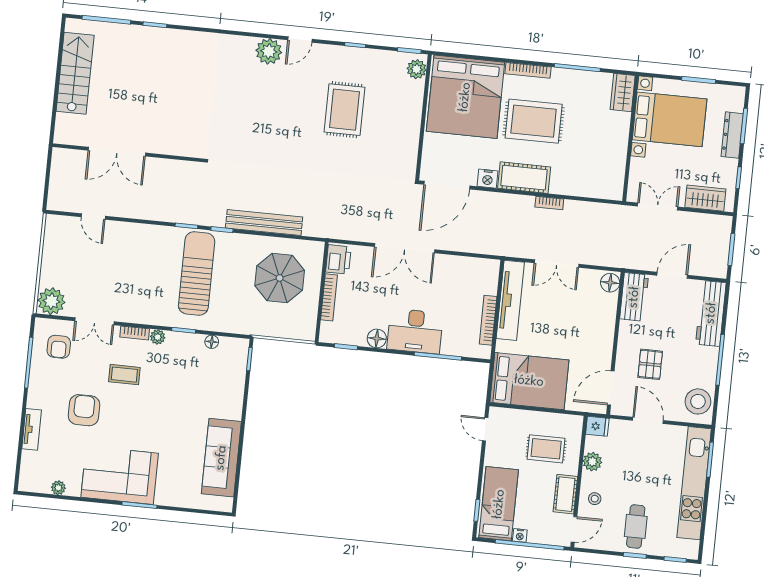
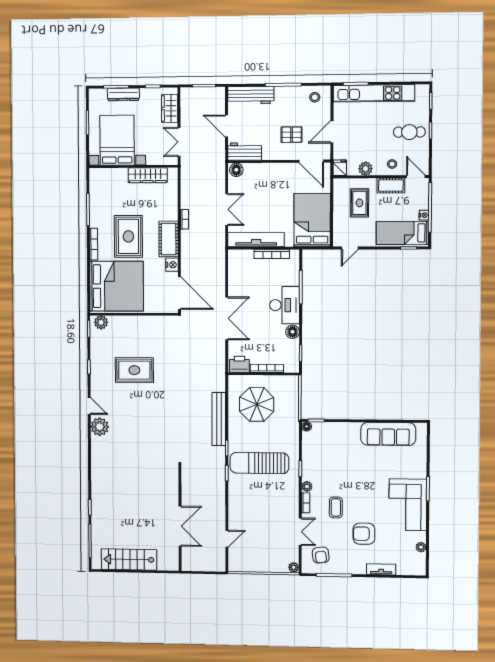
wardrobe: (623, 93) -> (148, 175), moved, width x1.50
plant: (51, 301) -> (294, 567), width x0.53, depth x0.53
floor lamp: (212, 342) -> (307, 426), moved
armchair: (59, 347) -> (321, 555), turned 83
stool: (698, 401) -> (315, 97), width x0.53, depth x0.53

